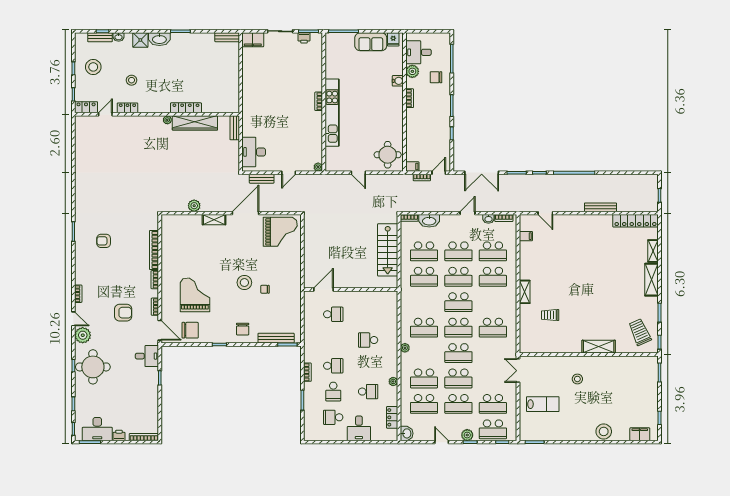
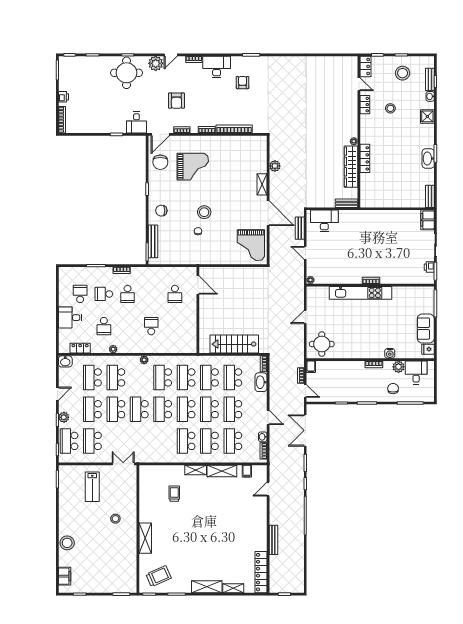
washbasin: (159, 39) -> (428, 159), moved
shelving: (526, 263) -> (222, 471), added
school desk: (424, 302) -> (186, 377), added
school desk: (493, 328) -> (186, 441), moved
desk: (97, 429) -> (217, 67), moved, turned 90

